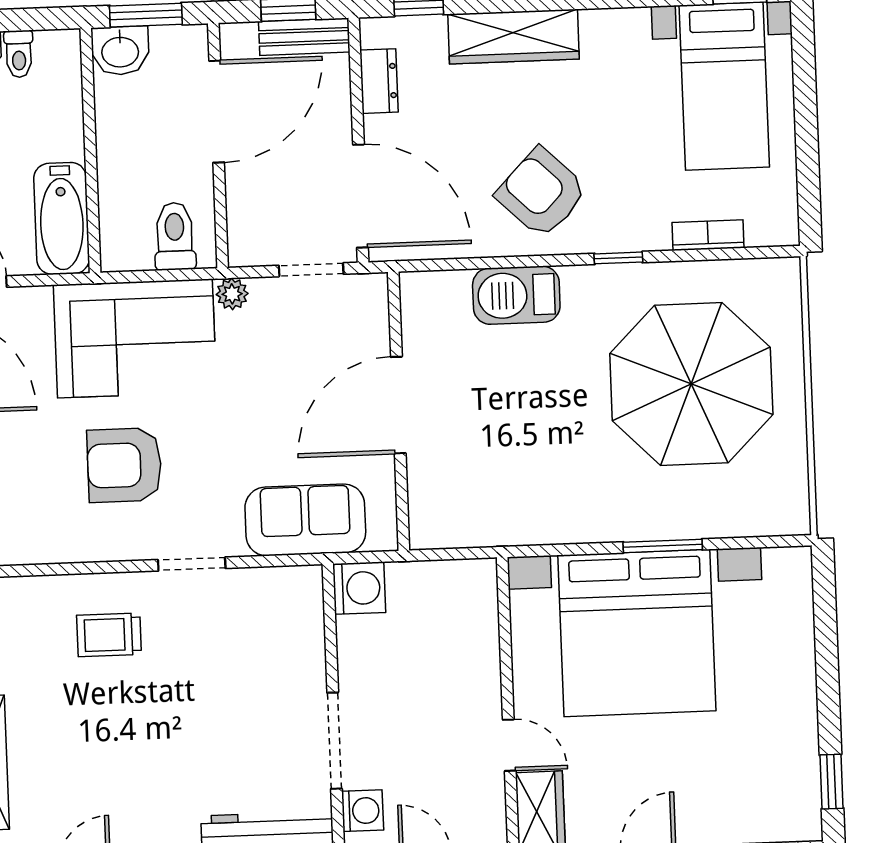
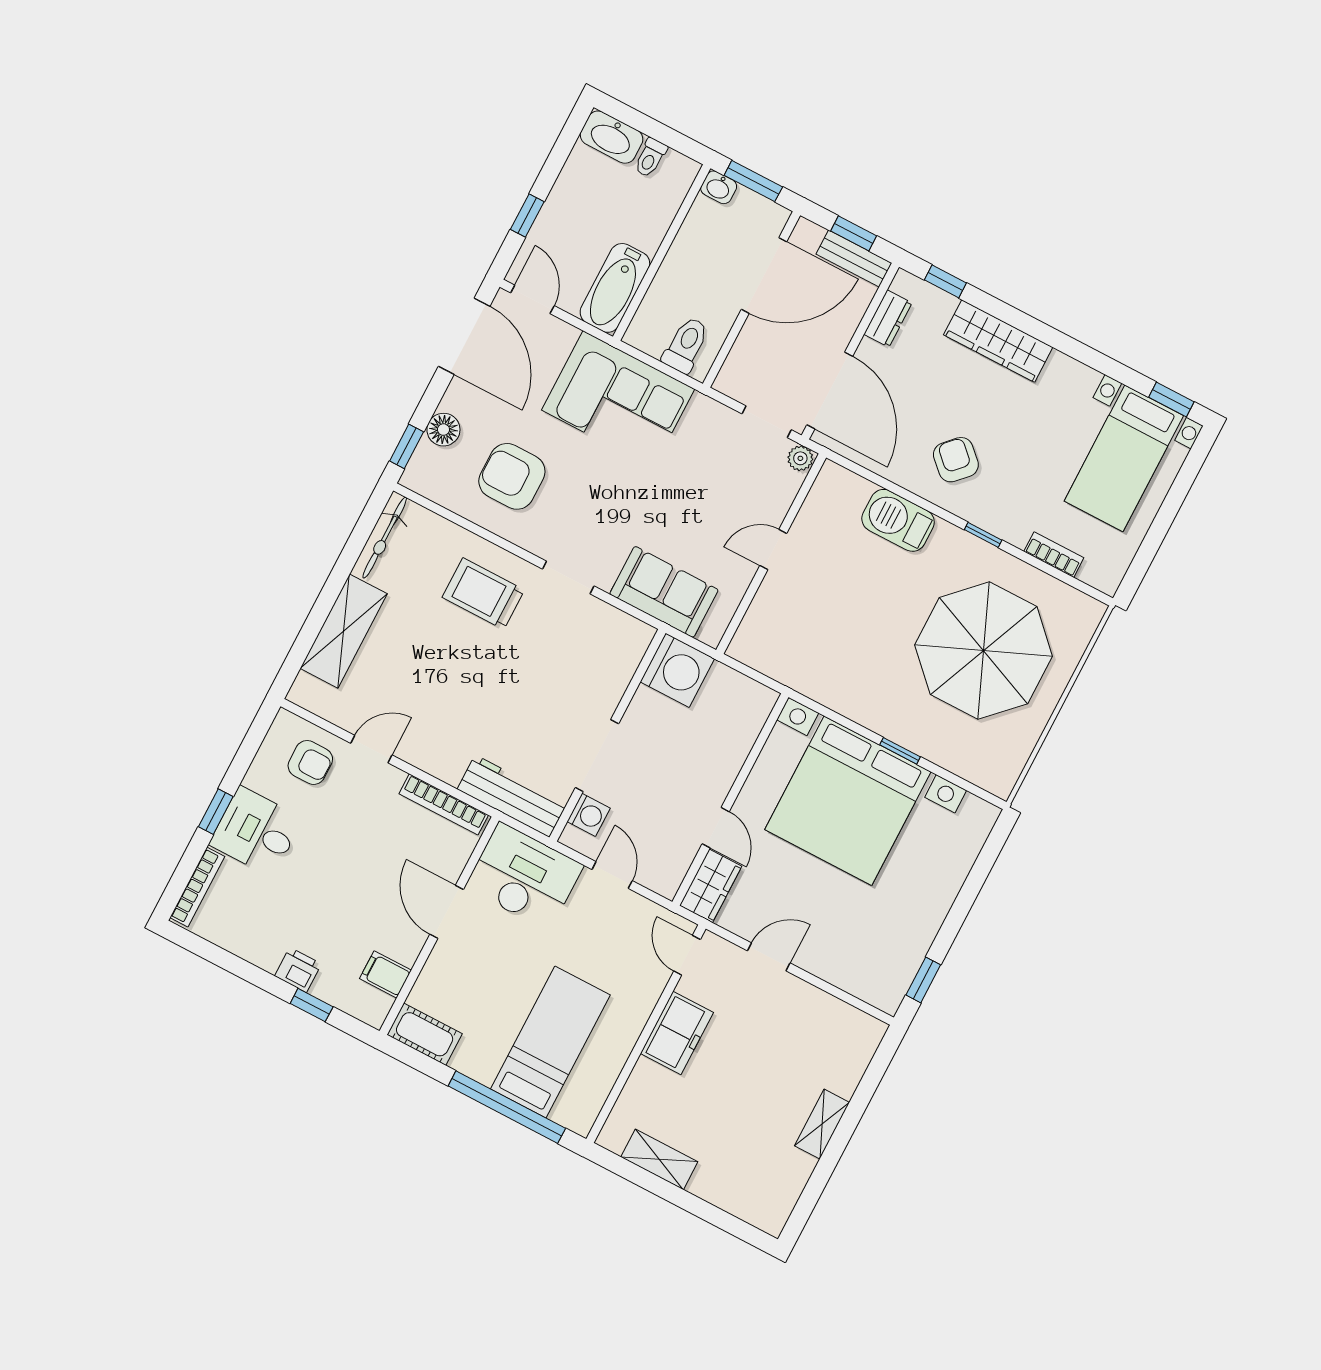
washbasin: (120, 51) -> (719, 187), width x0.72, depth x0.69
armchair: (542, 193) -> (956, 460), width x0.72, depth x0.72
plant: (232, 294) -> (800, 458), moved
door: (398, 405) -> (773, 549), width x0.53
armchair: (124, 465) -> (512, 476), moved
window: (663, 546) -> (900, 751), width x0.67
washing machine: (359, 588) -> (677, 670), width x1.37, depth x1.37
trolley: (109, 635) -> (483, 594), width x1.36, depth x1.39

